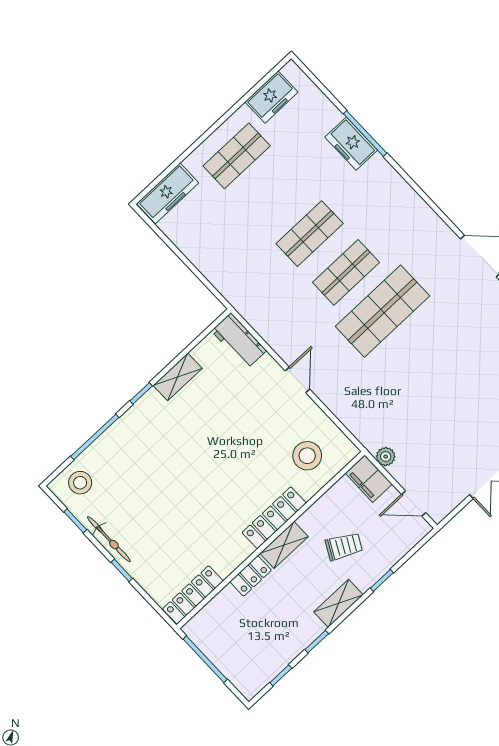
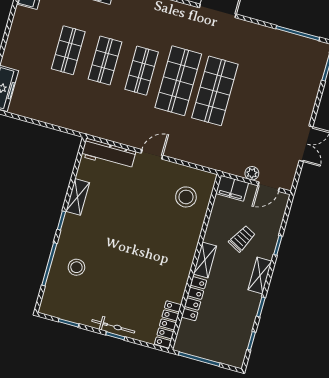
shop shelf: (237, 156) -> (68, 50), moved
workbench: (239, 341) -> (108, 154), width x1.38
shop shelf: (419, 350) -> (215, 91), added
door: (297, 380) -> (152, 154), hinge flipped
plant: (386, 456) -> (252, 173), moved
stool: (80, 483) -> (76, 267), moved
locker: (274, 518) -> (189, 247), removed
bicycle: (109, 539) -> (113, 326), moved
locker: (251, 576) -> (194, 299), width x1.53

